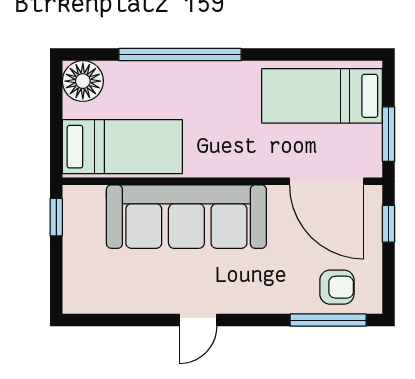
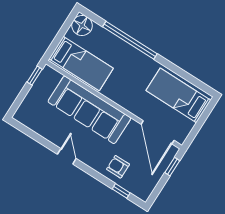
window: (388, 134) -> (196, 129), removed
armchair: (337, 287) -> (118, 167), moved, turned 180
door: (198, 320) -> (67, 156), swing flipped
window: (328, 320) -> (121, 191), width x0.46

